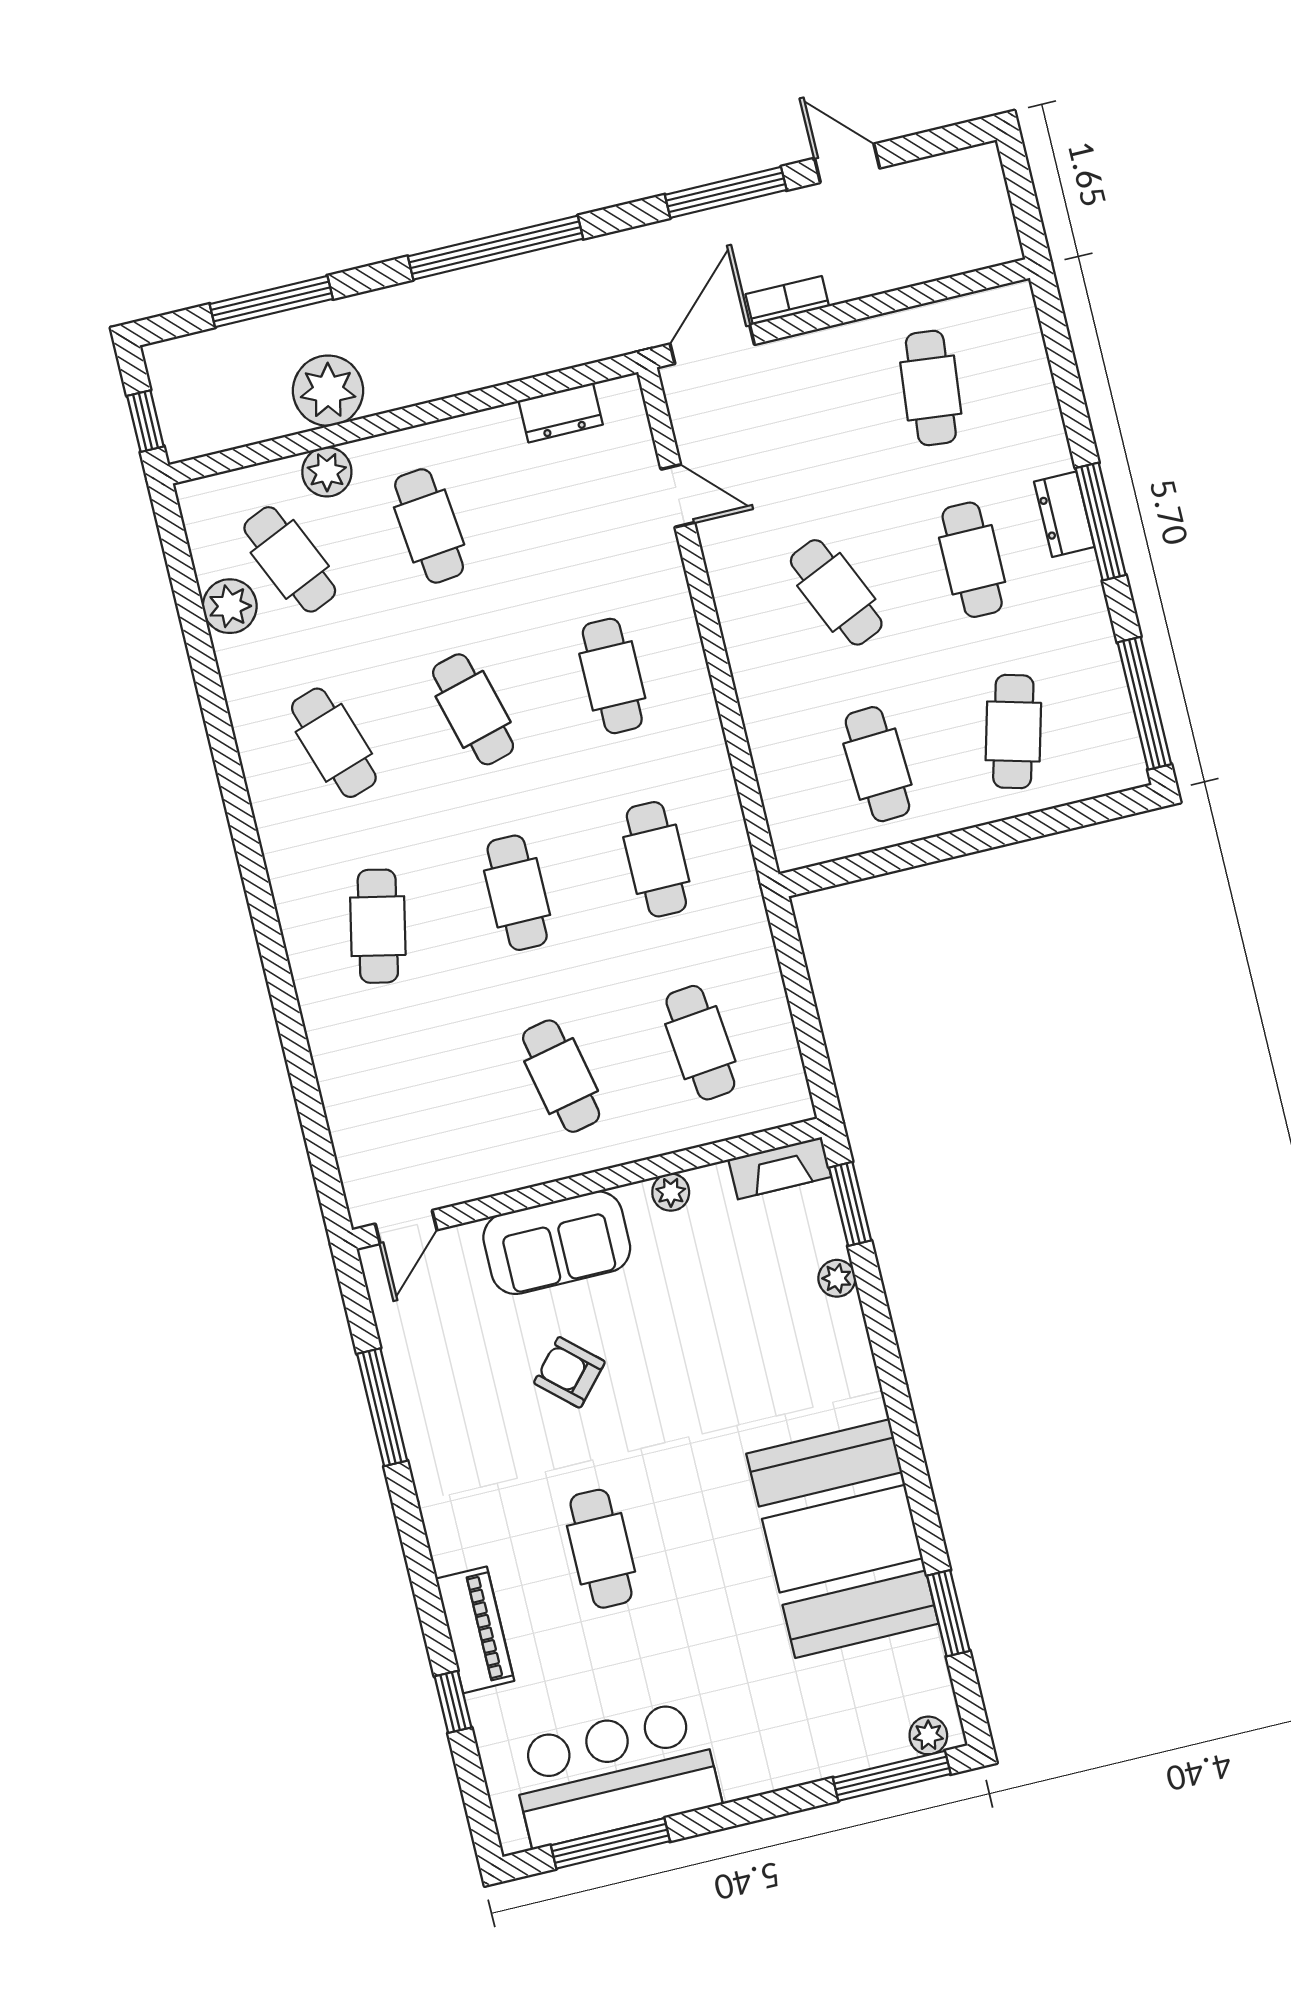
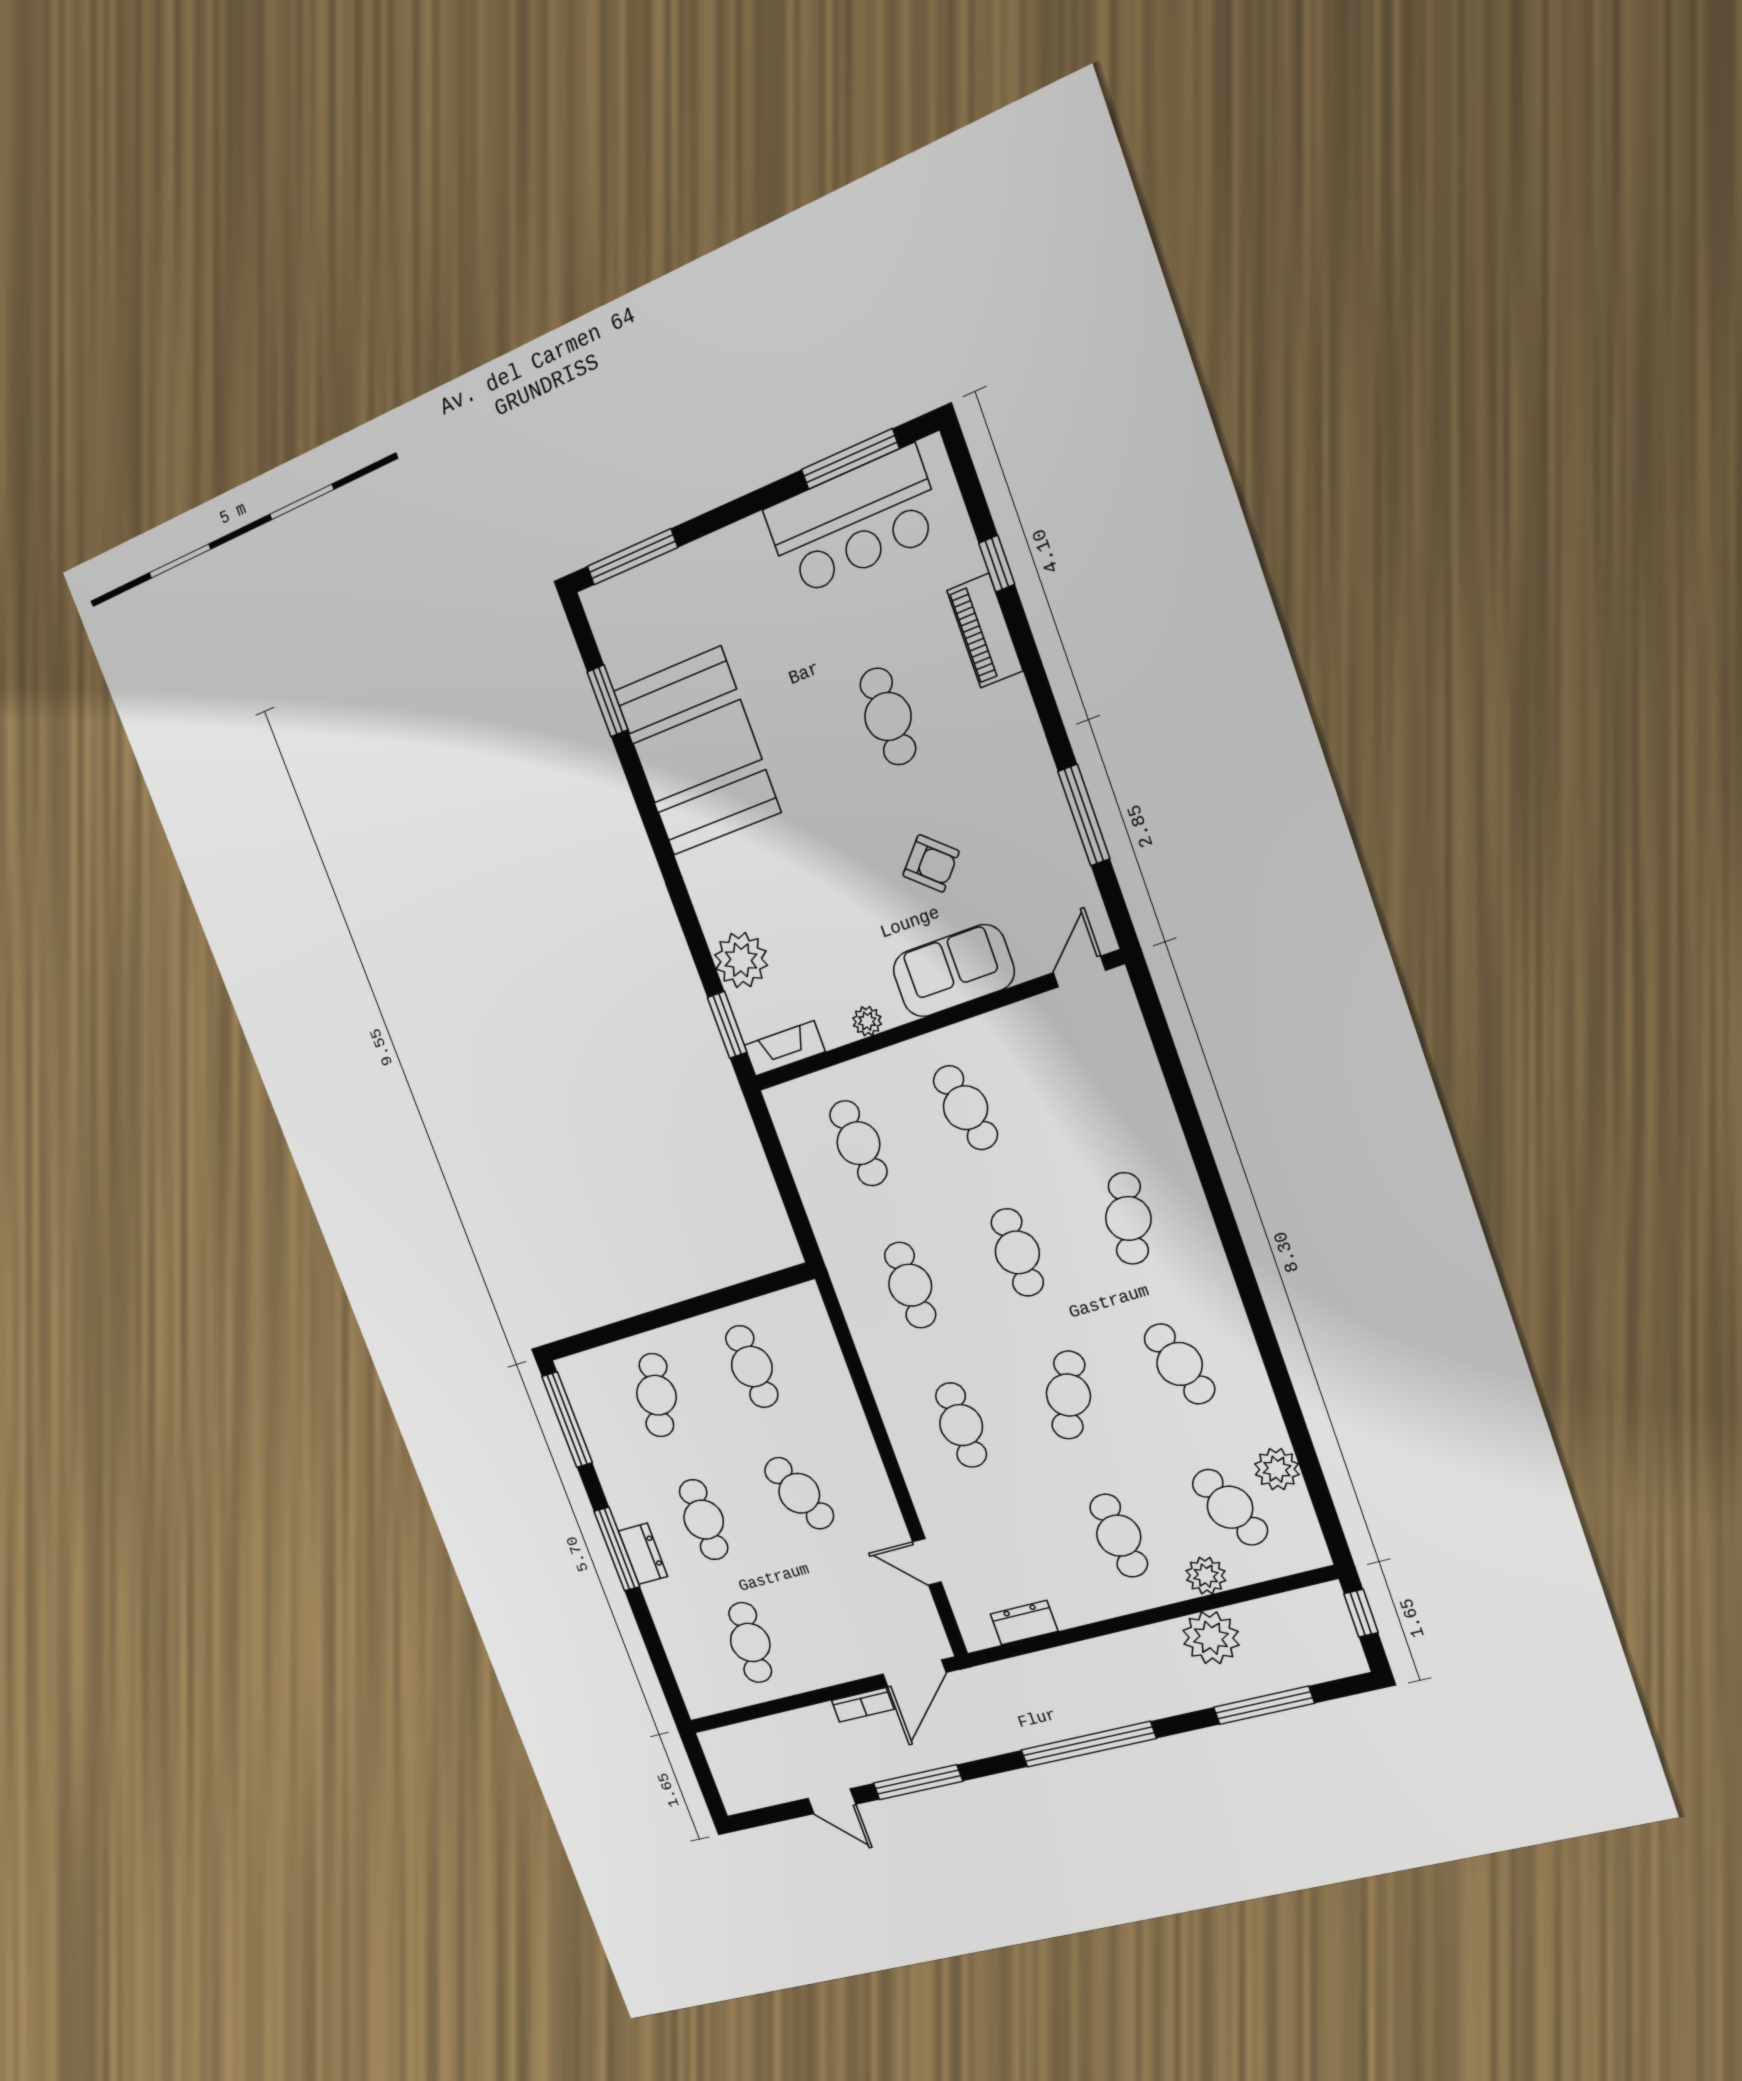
cafe table: (473, 709) -> (1068, 1395), turned 36
plant: (837, 1278) -> (741, 960), width x1.88, depth x1.88
plant: (928, 1735) -> (609, 596), removed

